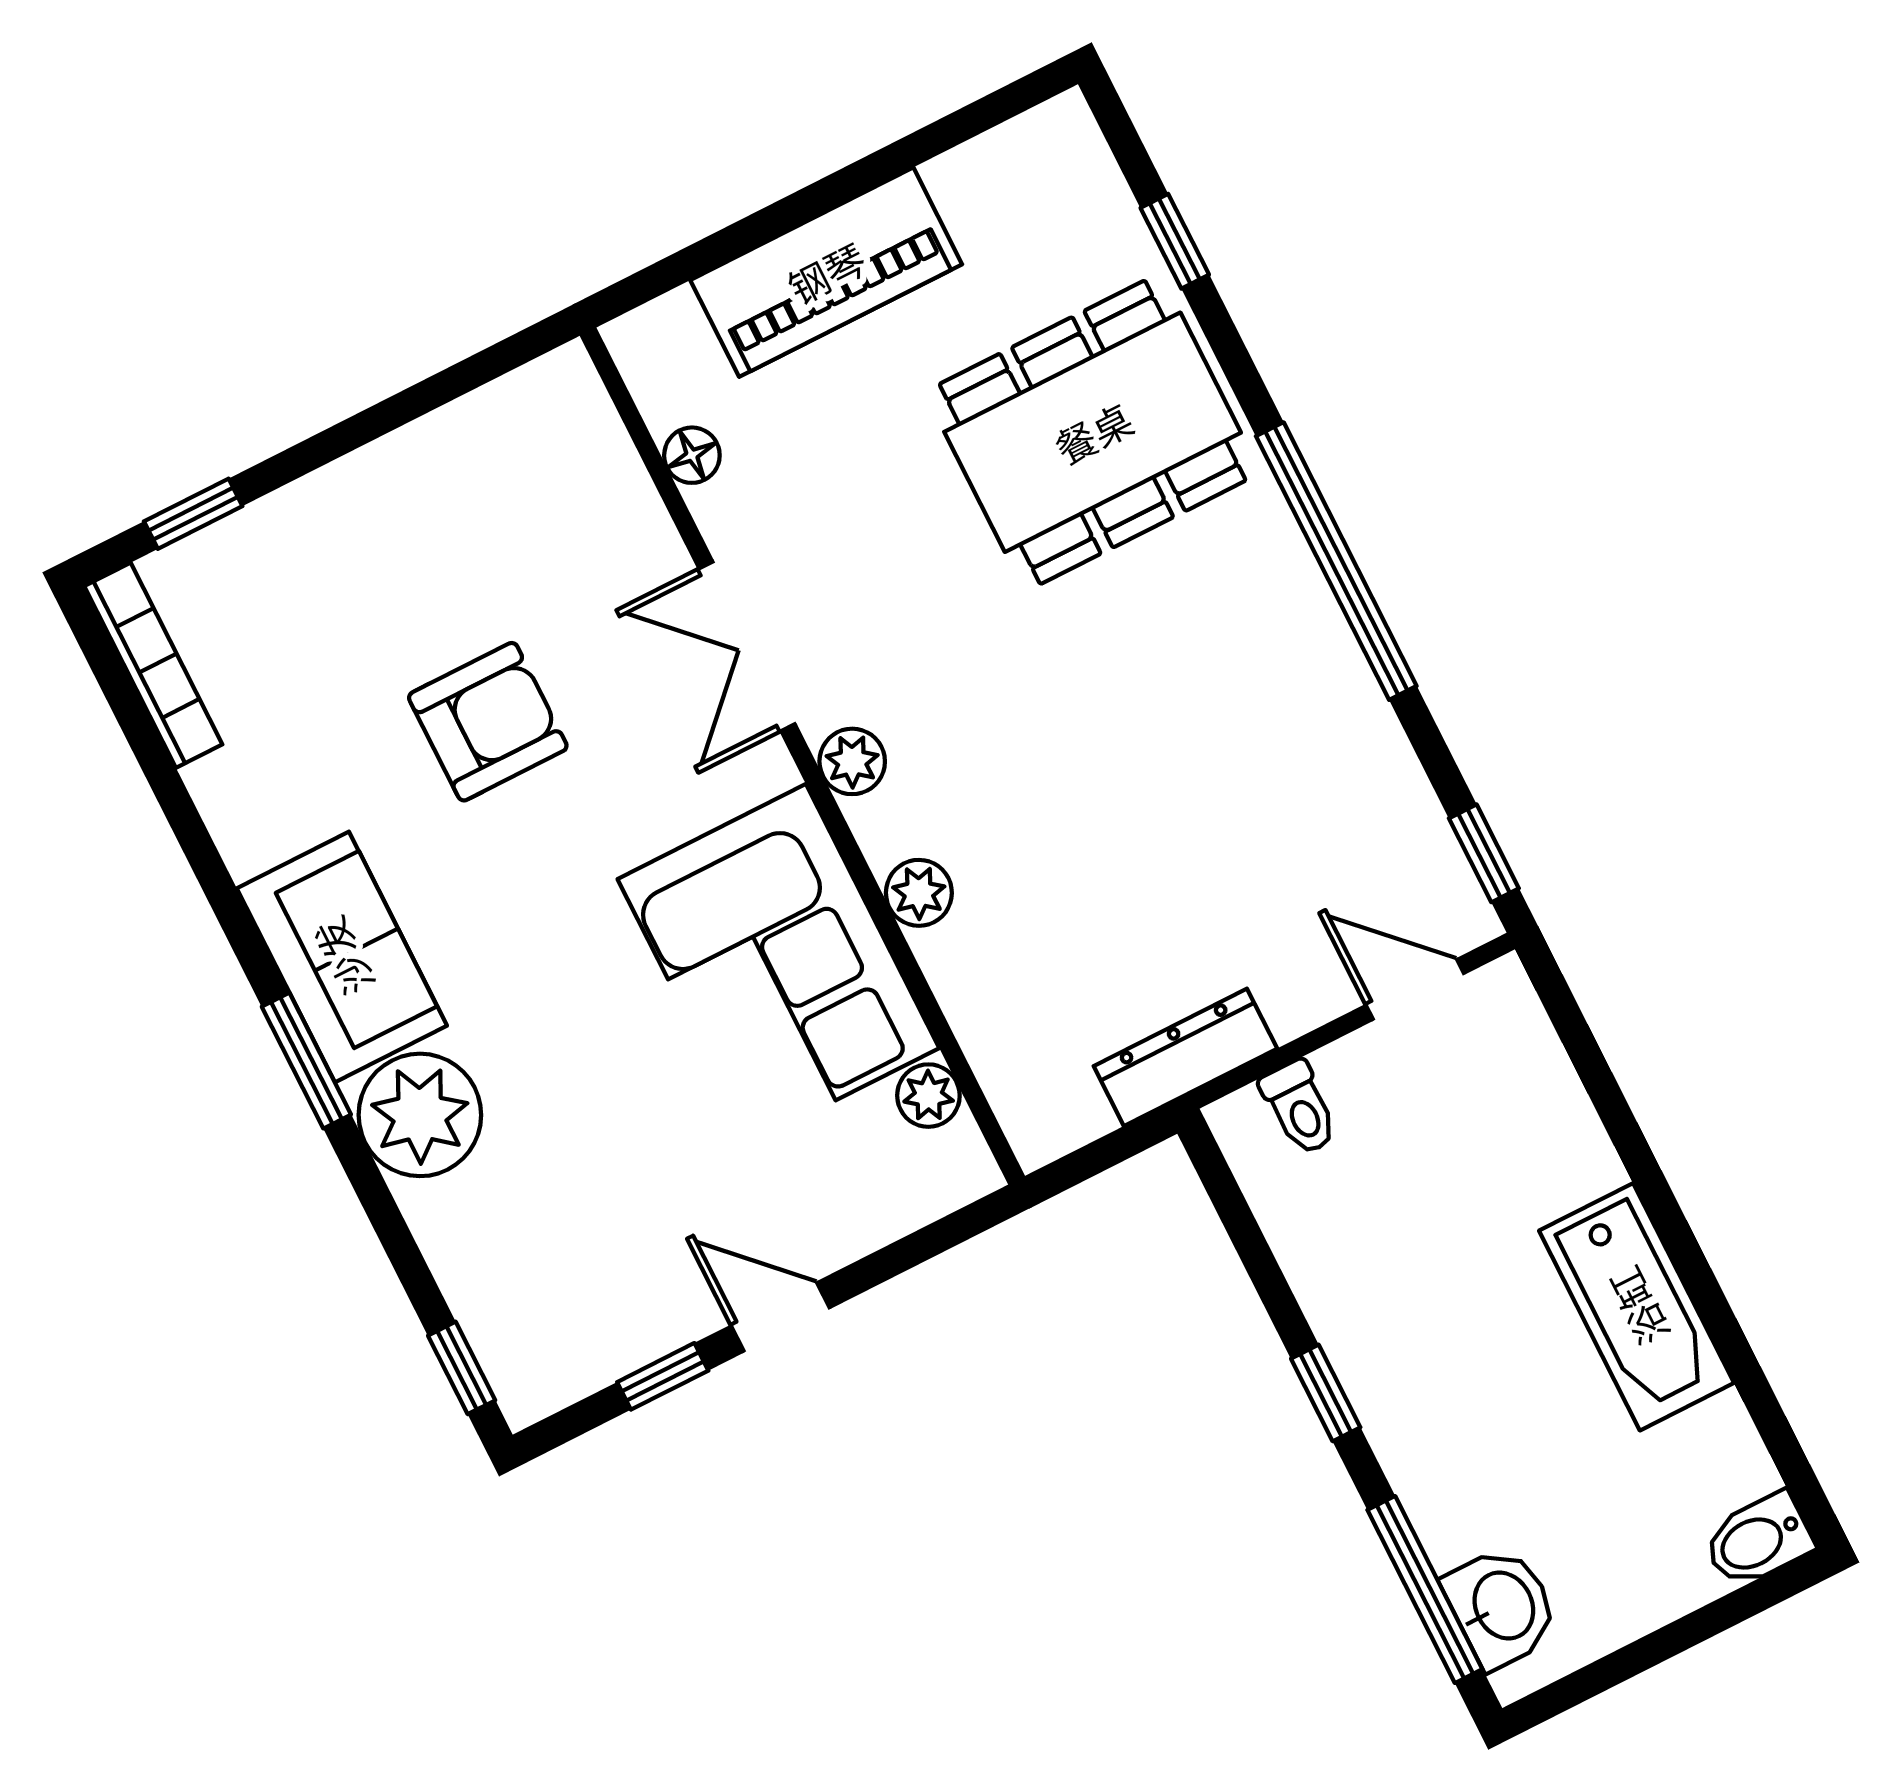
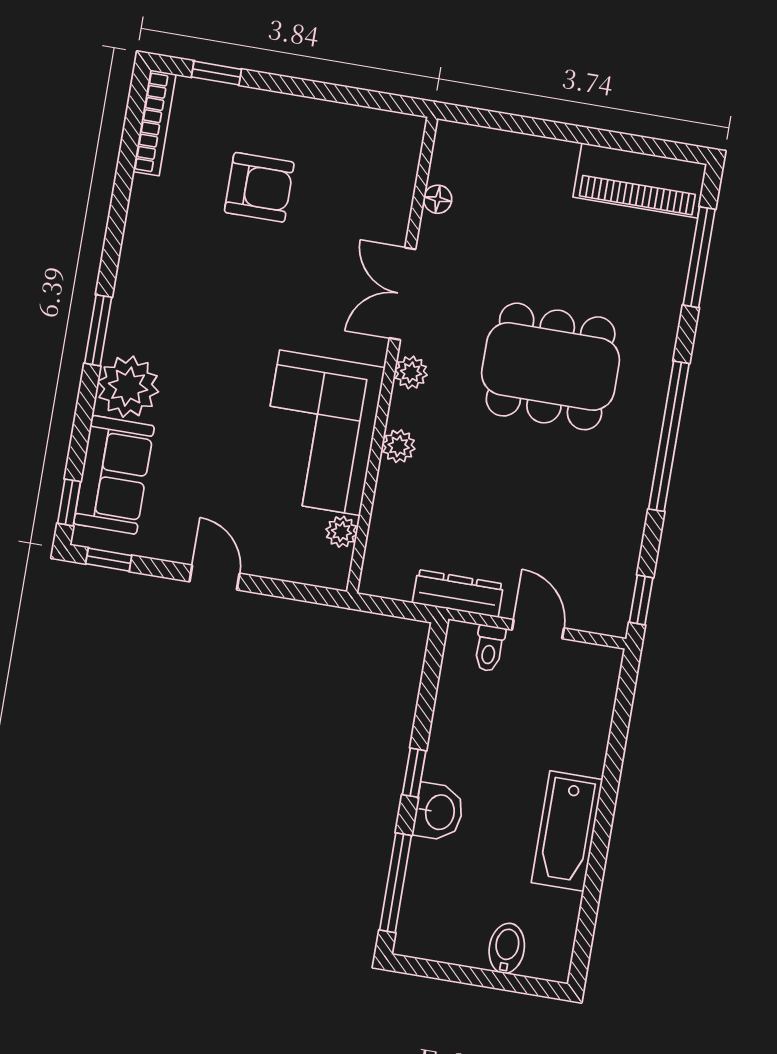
window: (1175, 241) -> (699, 257), width x2.17
piano: (826, 272) -> (640, 181), moved
dining table: (1093, 432) -> (551, 366), moved
armchair: (488, 722) -> (259, 187), moved
sofa: (342, 957) -> (114, 475), moved
door: (1415, 989) -> (538, 629), moved
window: (663, 1376) -> (109, 560), moved
bidet: (1758, 1540) -> (507, 948), moved, turned 90
washbasin: (1502, 1607) -> (439, 812), moved

